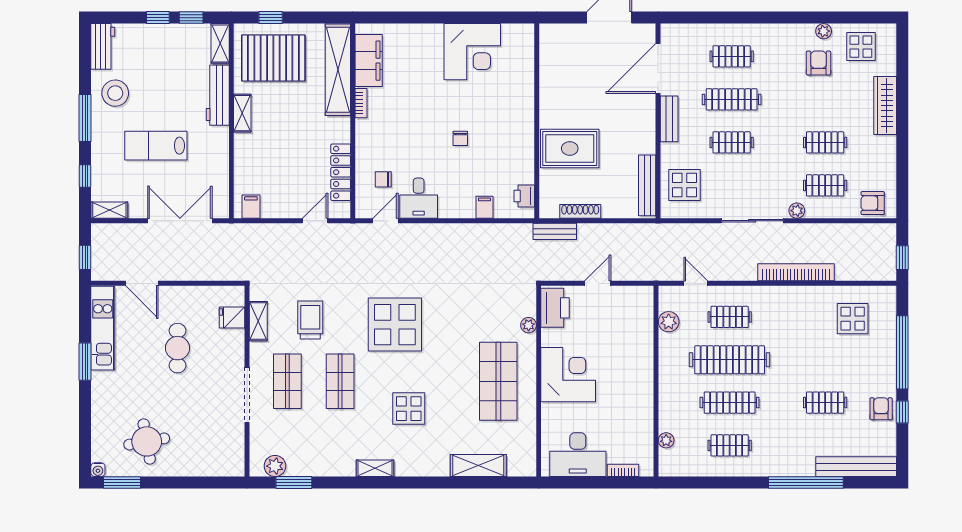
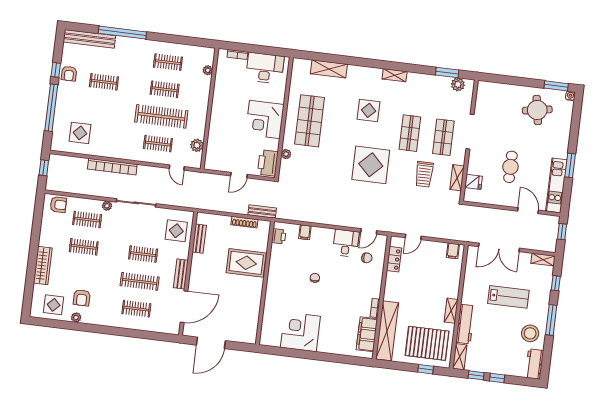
locker: (341, 172) -> (394, 259), width x0.66
bench: (647, 185) -> (199, 239), width x0.73
clothes rail: (730, 403) -> (165, 89), width x0.73

